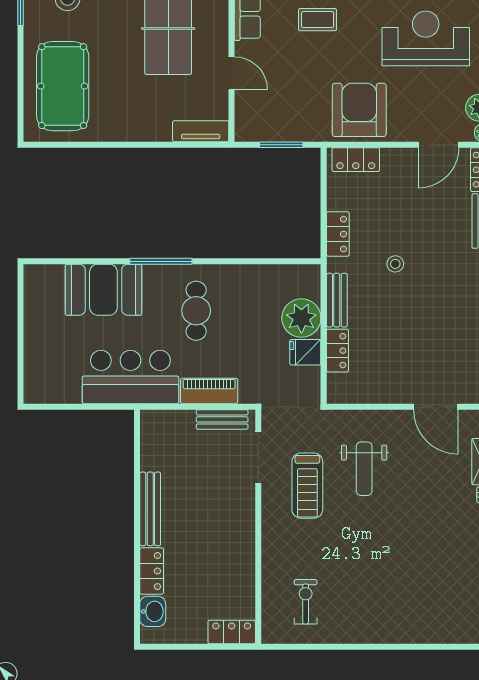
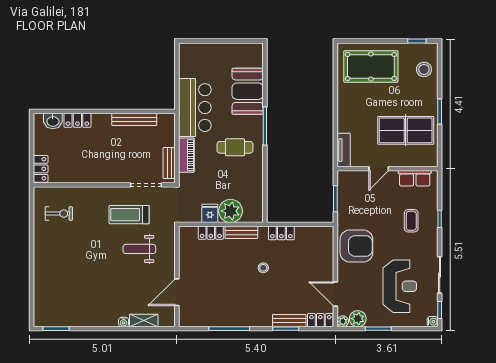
locker: (356, 160) -> (326, 244), removed
bench: (150, 509) -> (134, 119), moved

